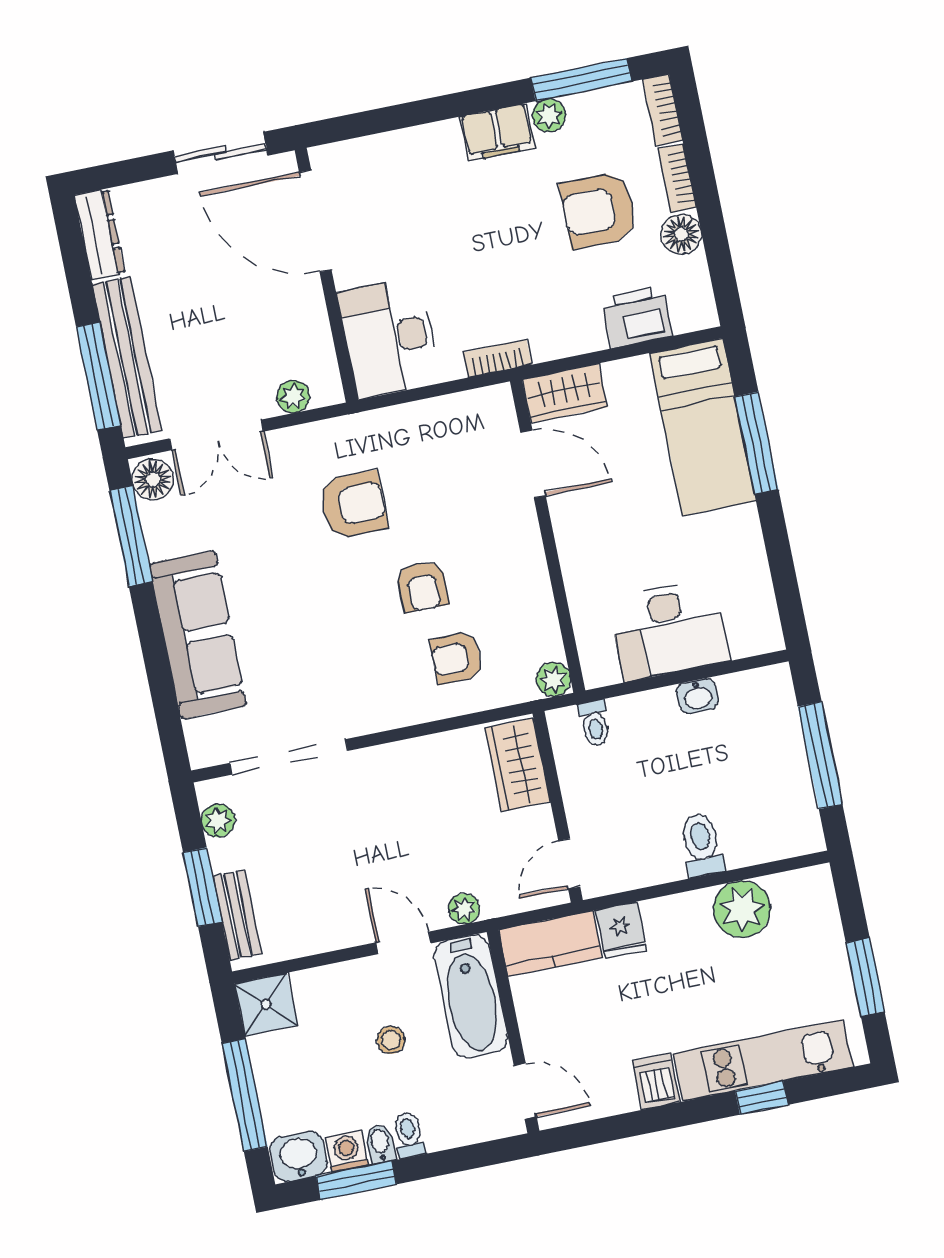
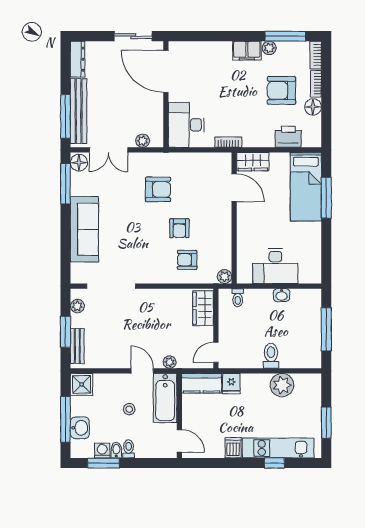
washbasin: (299, 1156) -> (80, 428), moved, turned 90

